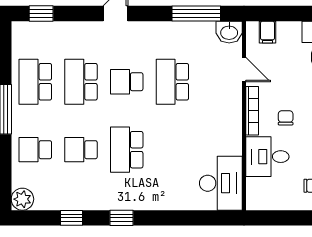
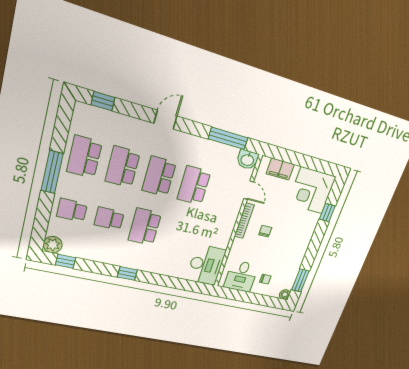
filing cabinet: (267, 32) -> (280, 169), width x2.00
school desk: (127, 82) -> (159, 176), width x1.85
desk: (267, 157) -> (241, 276), moved, turned -90
window: (72, 218) -> (66, 261), moved

